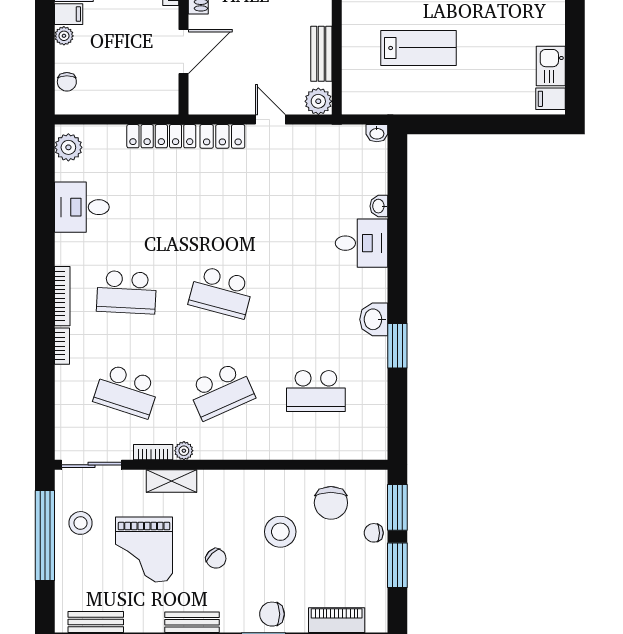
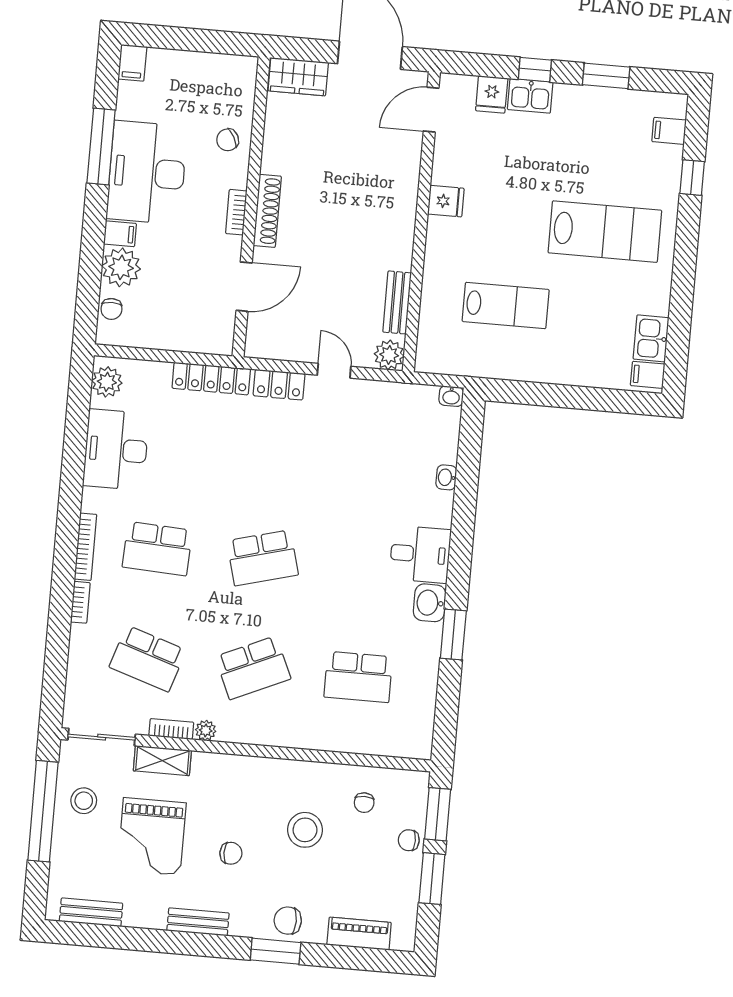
plant: (64, 36) -> (121, 267), width x1.87, depth x1.87
desk: (82, 207) -> (116, 450), width x1.37
desk: (362, 243) -> (420, 554), moved
school desk: (221, 292) -> (263, 558), turned -30
shelving: (171, 481) -> (162, 761), moved
chair: (331, 503) -> (364, 803), width x0.54, depth x0.54
chair: (216, 558) -> (231, 853), turned -46

